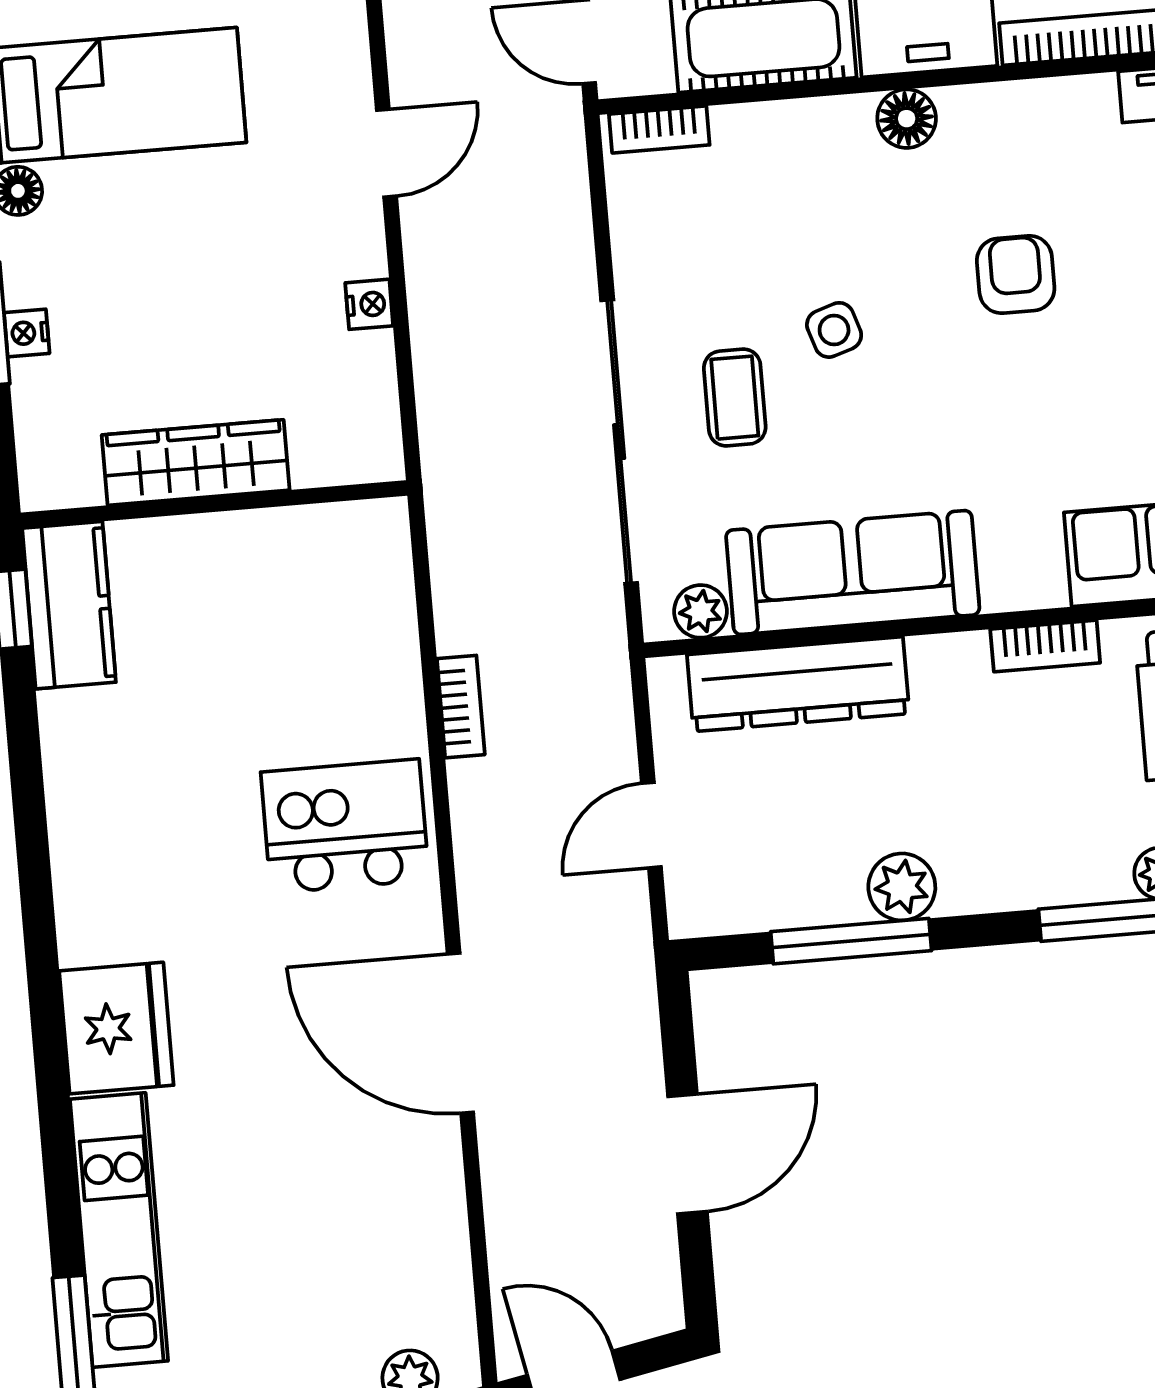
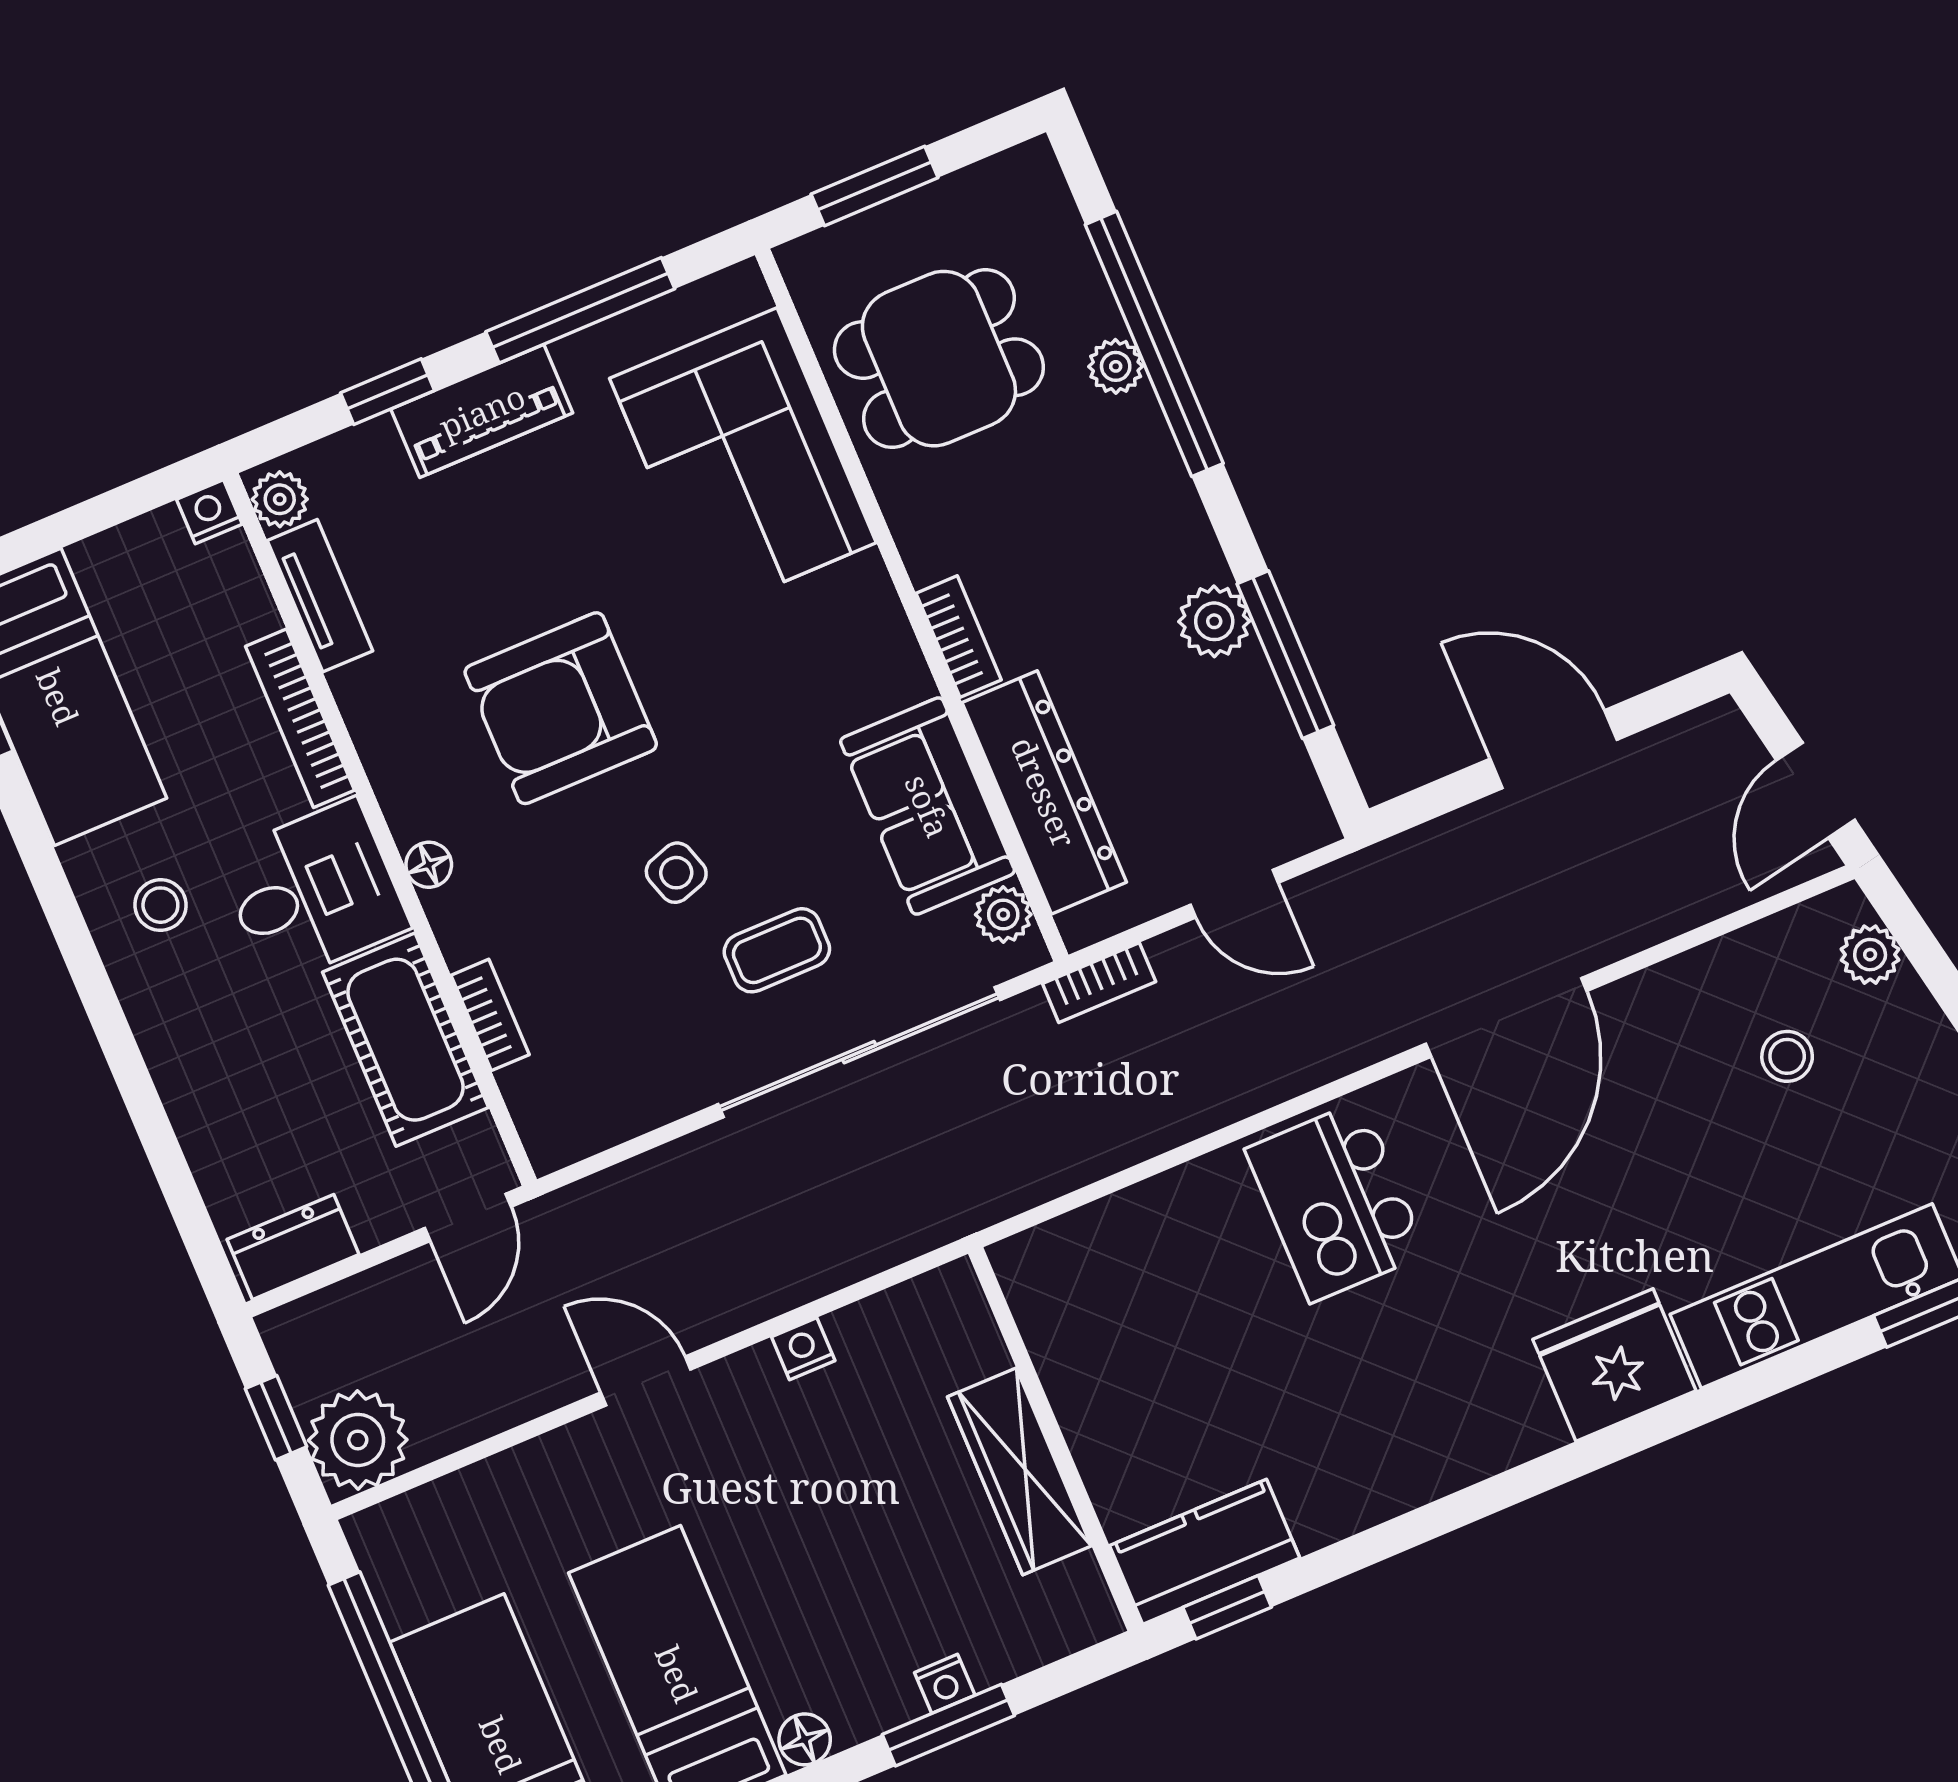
floor lamp: (907, 119) -> (429, 865), width x0.73, depth x0.73
bookcase: (659, 130) -> (490, 1015), moved
armchair: (1016, 275) -> (561, 708), width x1.88, depth x1.88
sofa: (853, 572) -> (928, 806), width x0.73
bookcase: (1045, 646) -> (959, 637), moved
bookcase: (461, 707) -> (1099, 983), moved, turned 180
stool: (343, 1274) -> (1787, 1056), added

